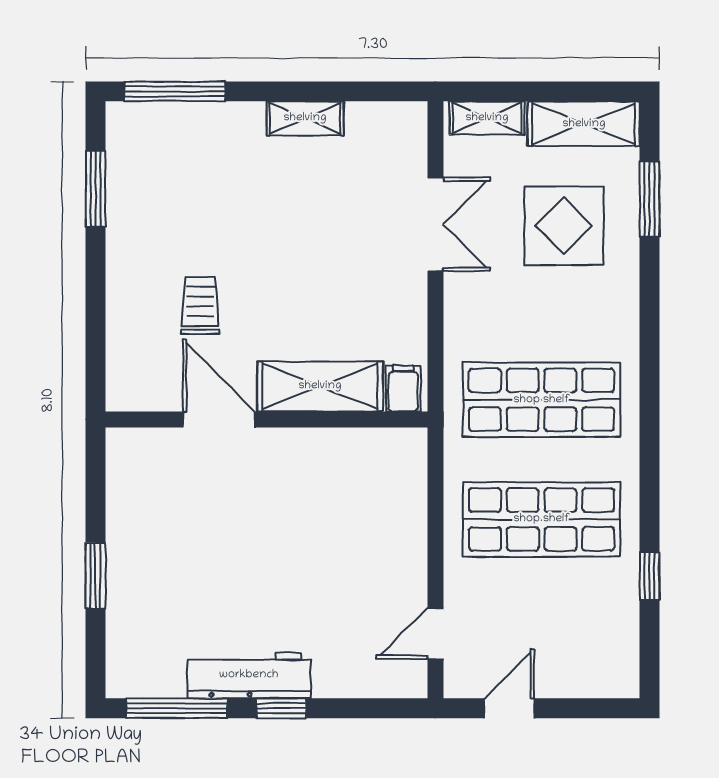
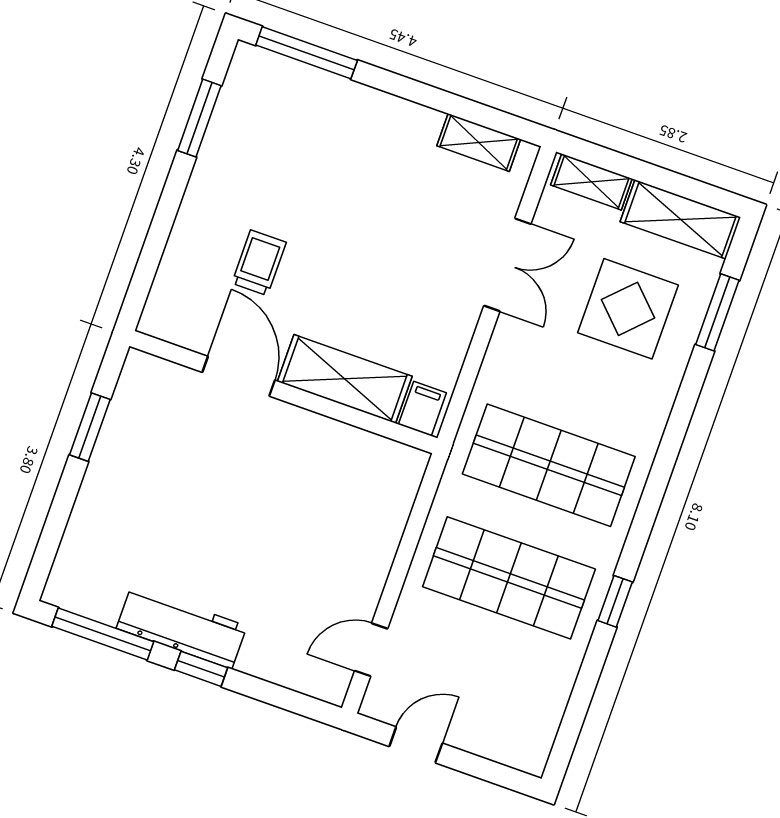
shelving: (305, 118) -> (479, 142), moved
window: (96, 576) -> (90, 427), moved
window: (650, 576) -> (615, 601), moved

